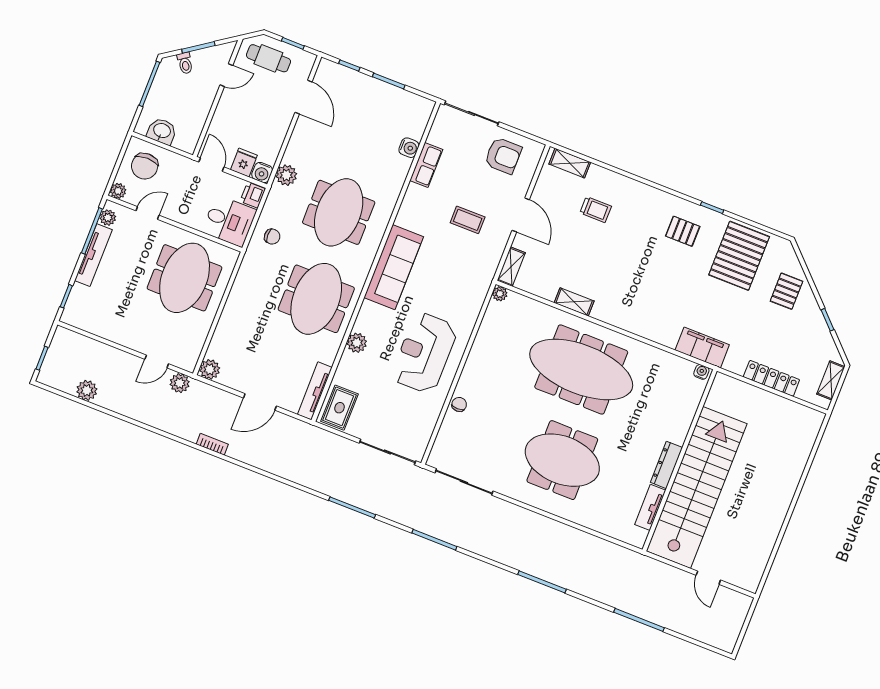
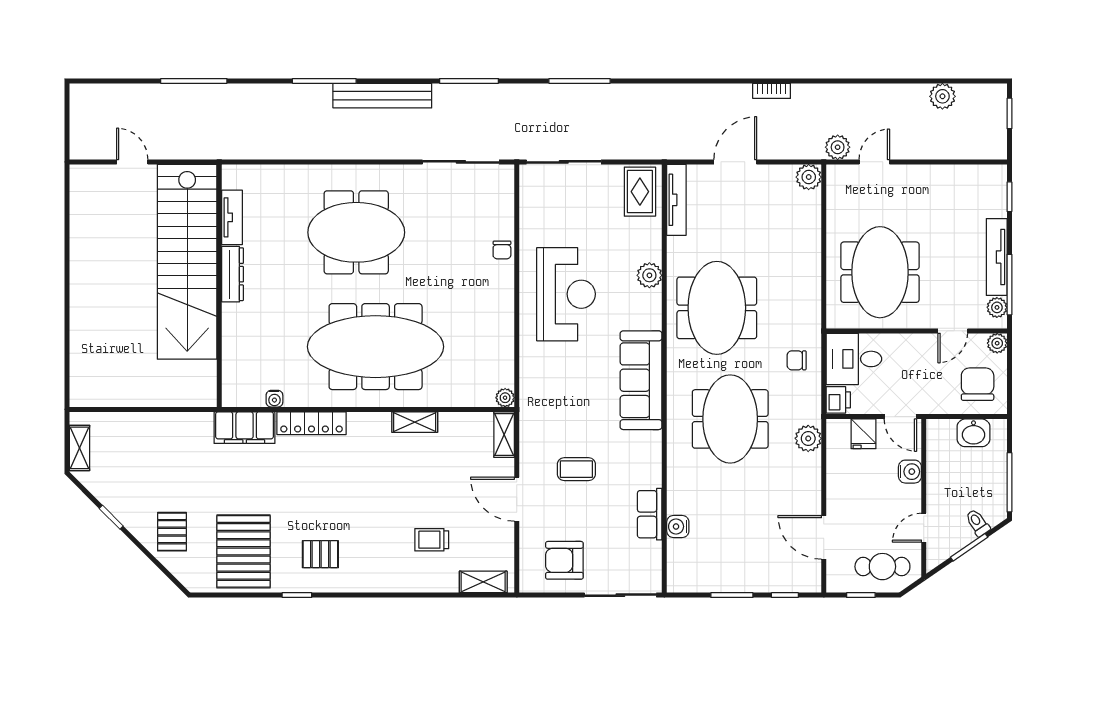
water cooler: (262, 173) -> (910, 472), moved, turned 90
water cooler: (701, 372) -> (274, 399), moved
locker: (771, 378) -> (311, 423), moved
bench: (503, 554) -> (382, 96), added

